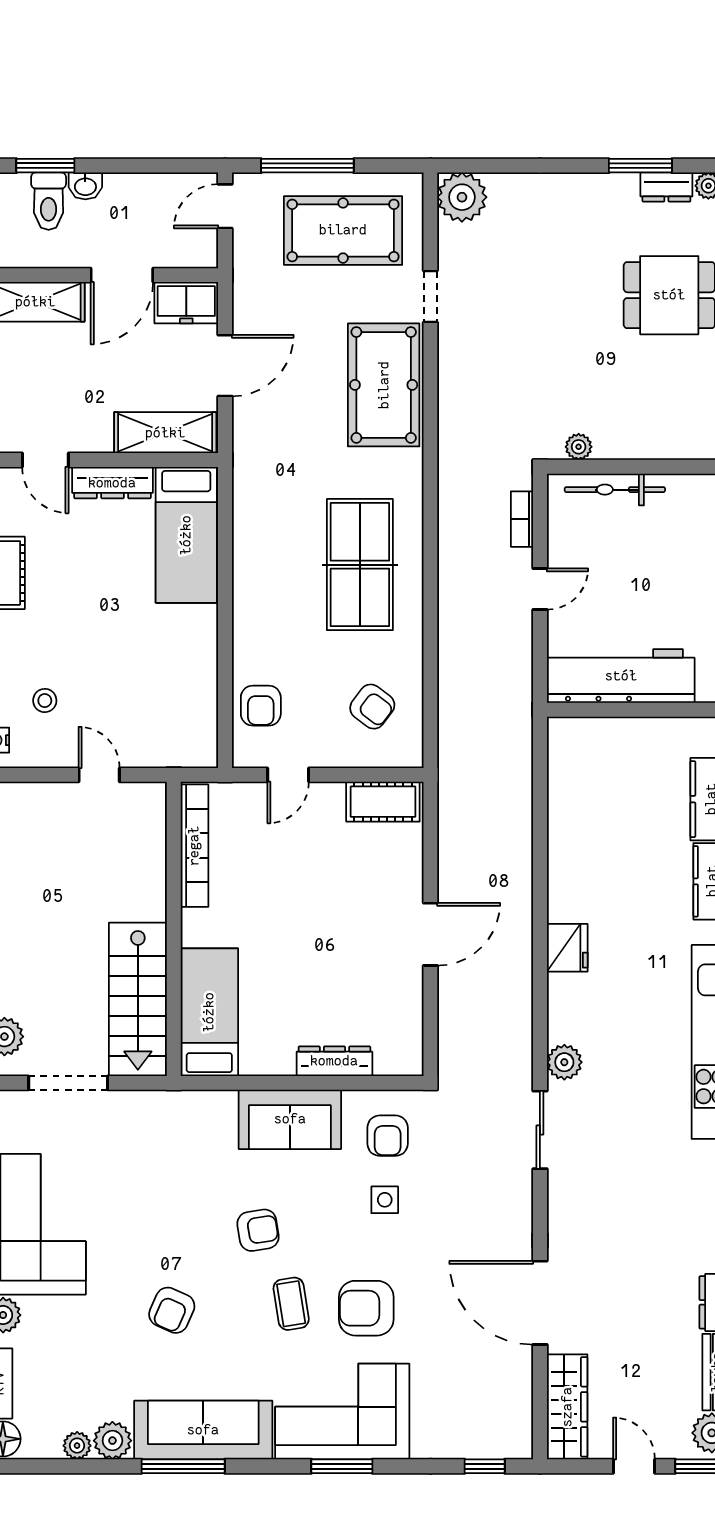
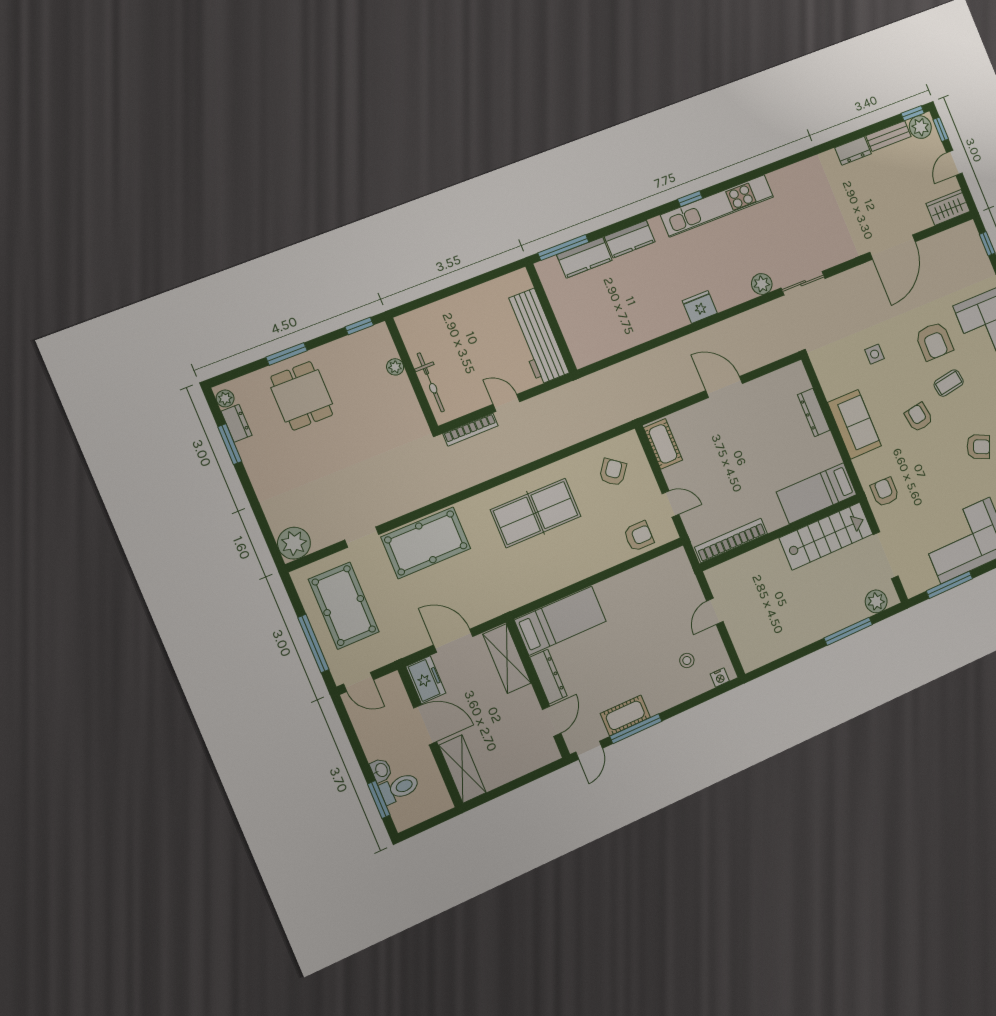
plant: (579, 447) -> (395, 367), moved
bookcase: (522, 519) -> (470, 430), width x1.56
armchair: (388, 1136) -> (885, 492), moved, turned -90
wardrobe: (567, 1407) -> (948, 207), width x0.67

